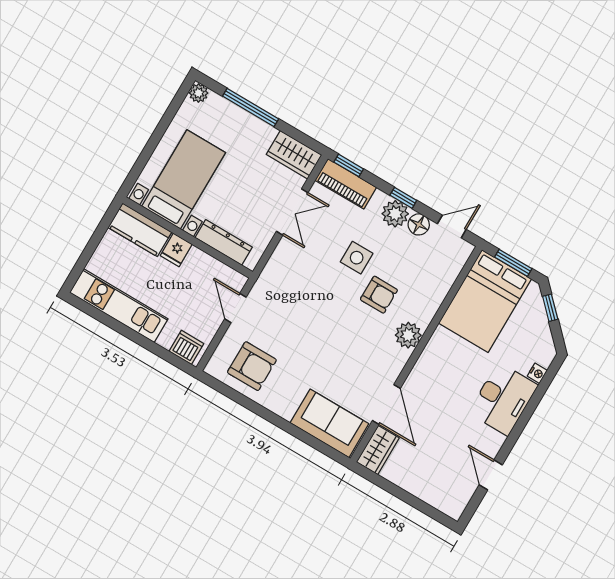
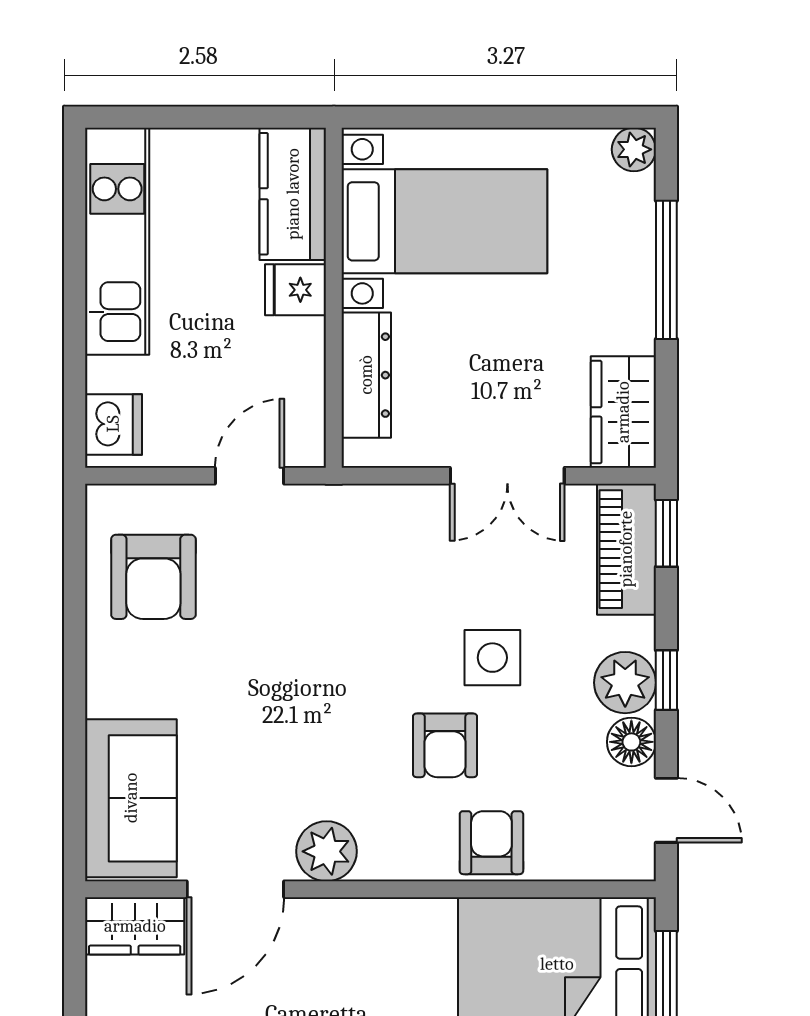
armchair: (425, 299) -> (491, 843), added
plant: (408, 335) -> (327, 851), moved

